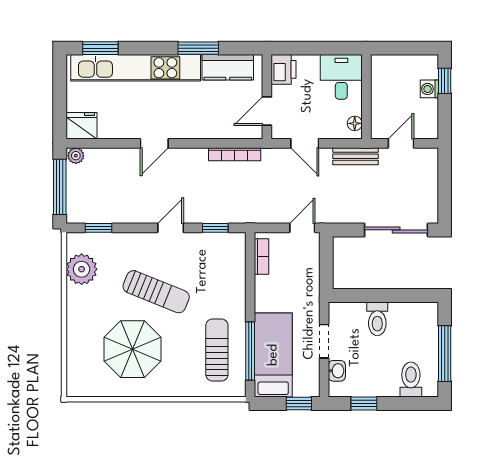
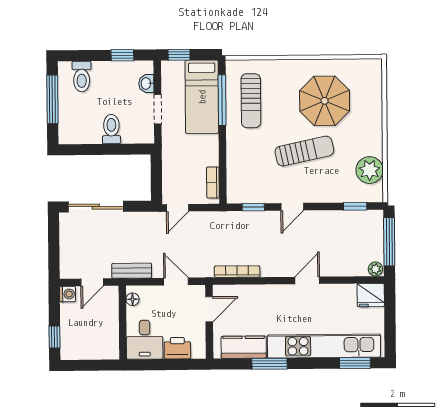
printer: (284, 69) -> (177, 348), moved, turned 90
washing machine: (429, 89) -> (68, 294), moved
sun lounger: (156, 292) -> (304, 151), turned 146

